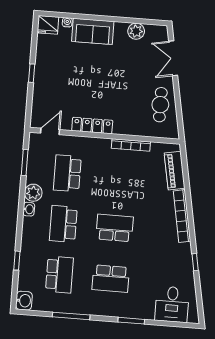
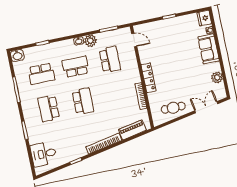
locker: (92, 126) -> (148, 78), moved
school desk: (67, 173) -> (110, 60), turned 90

